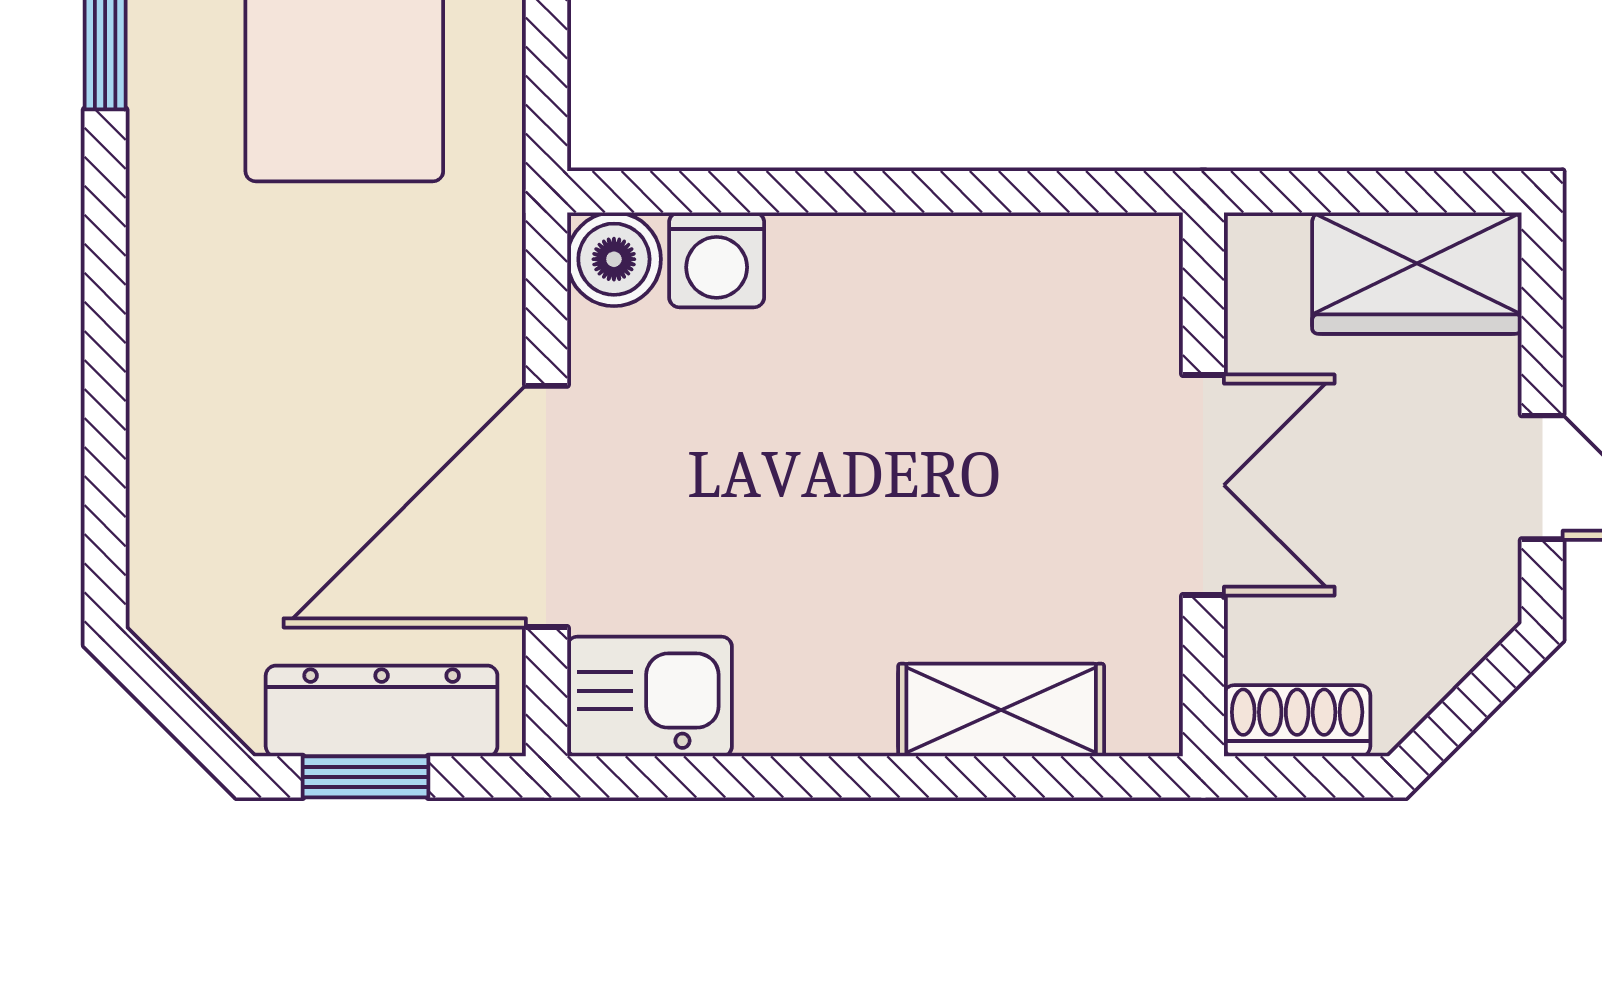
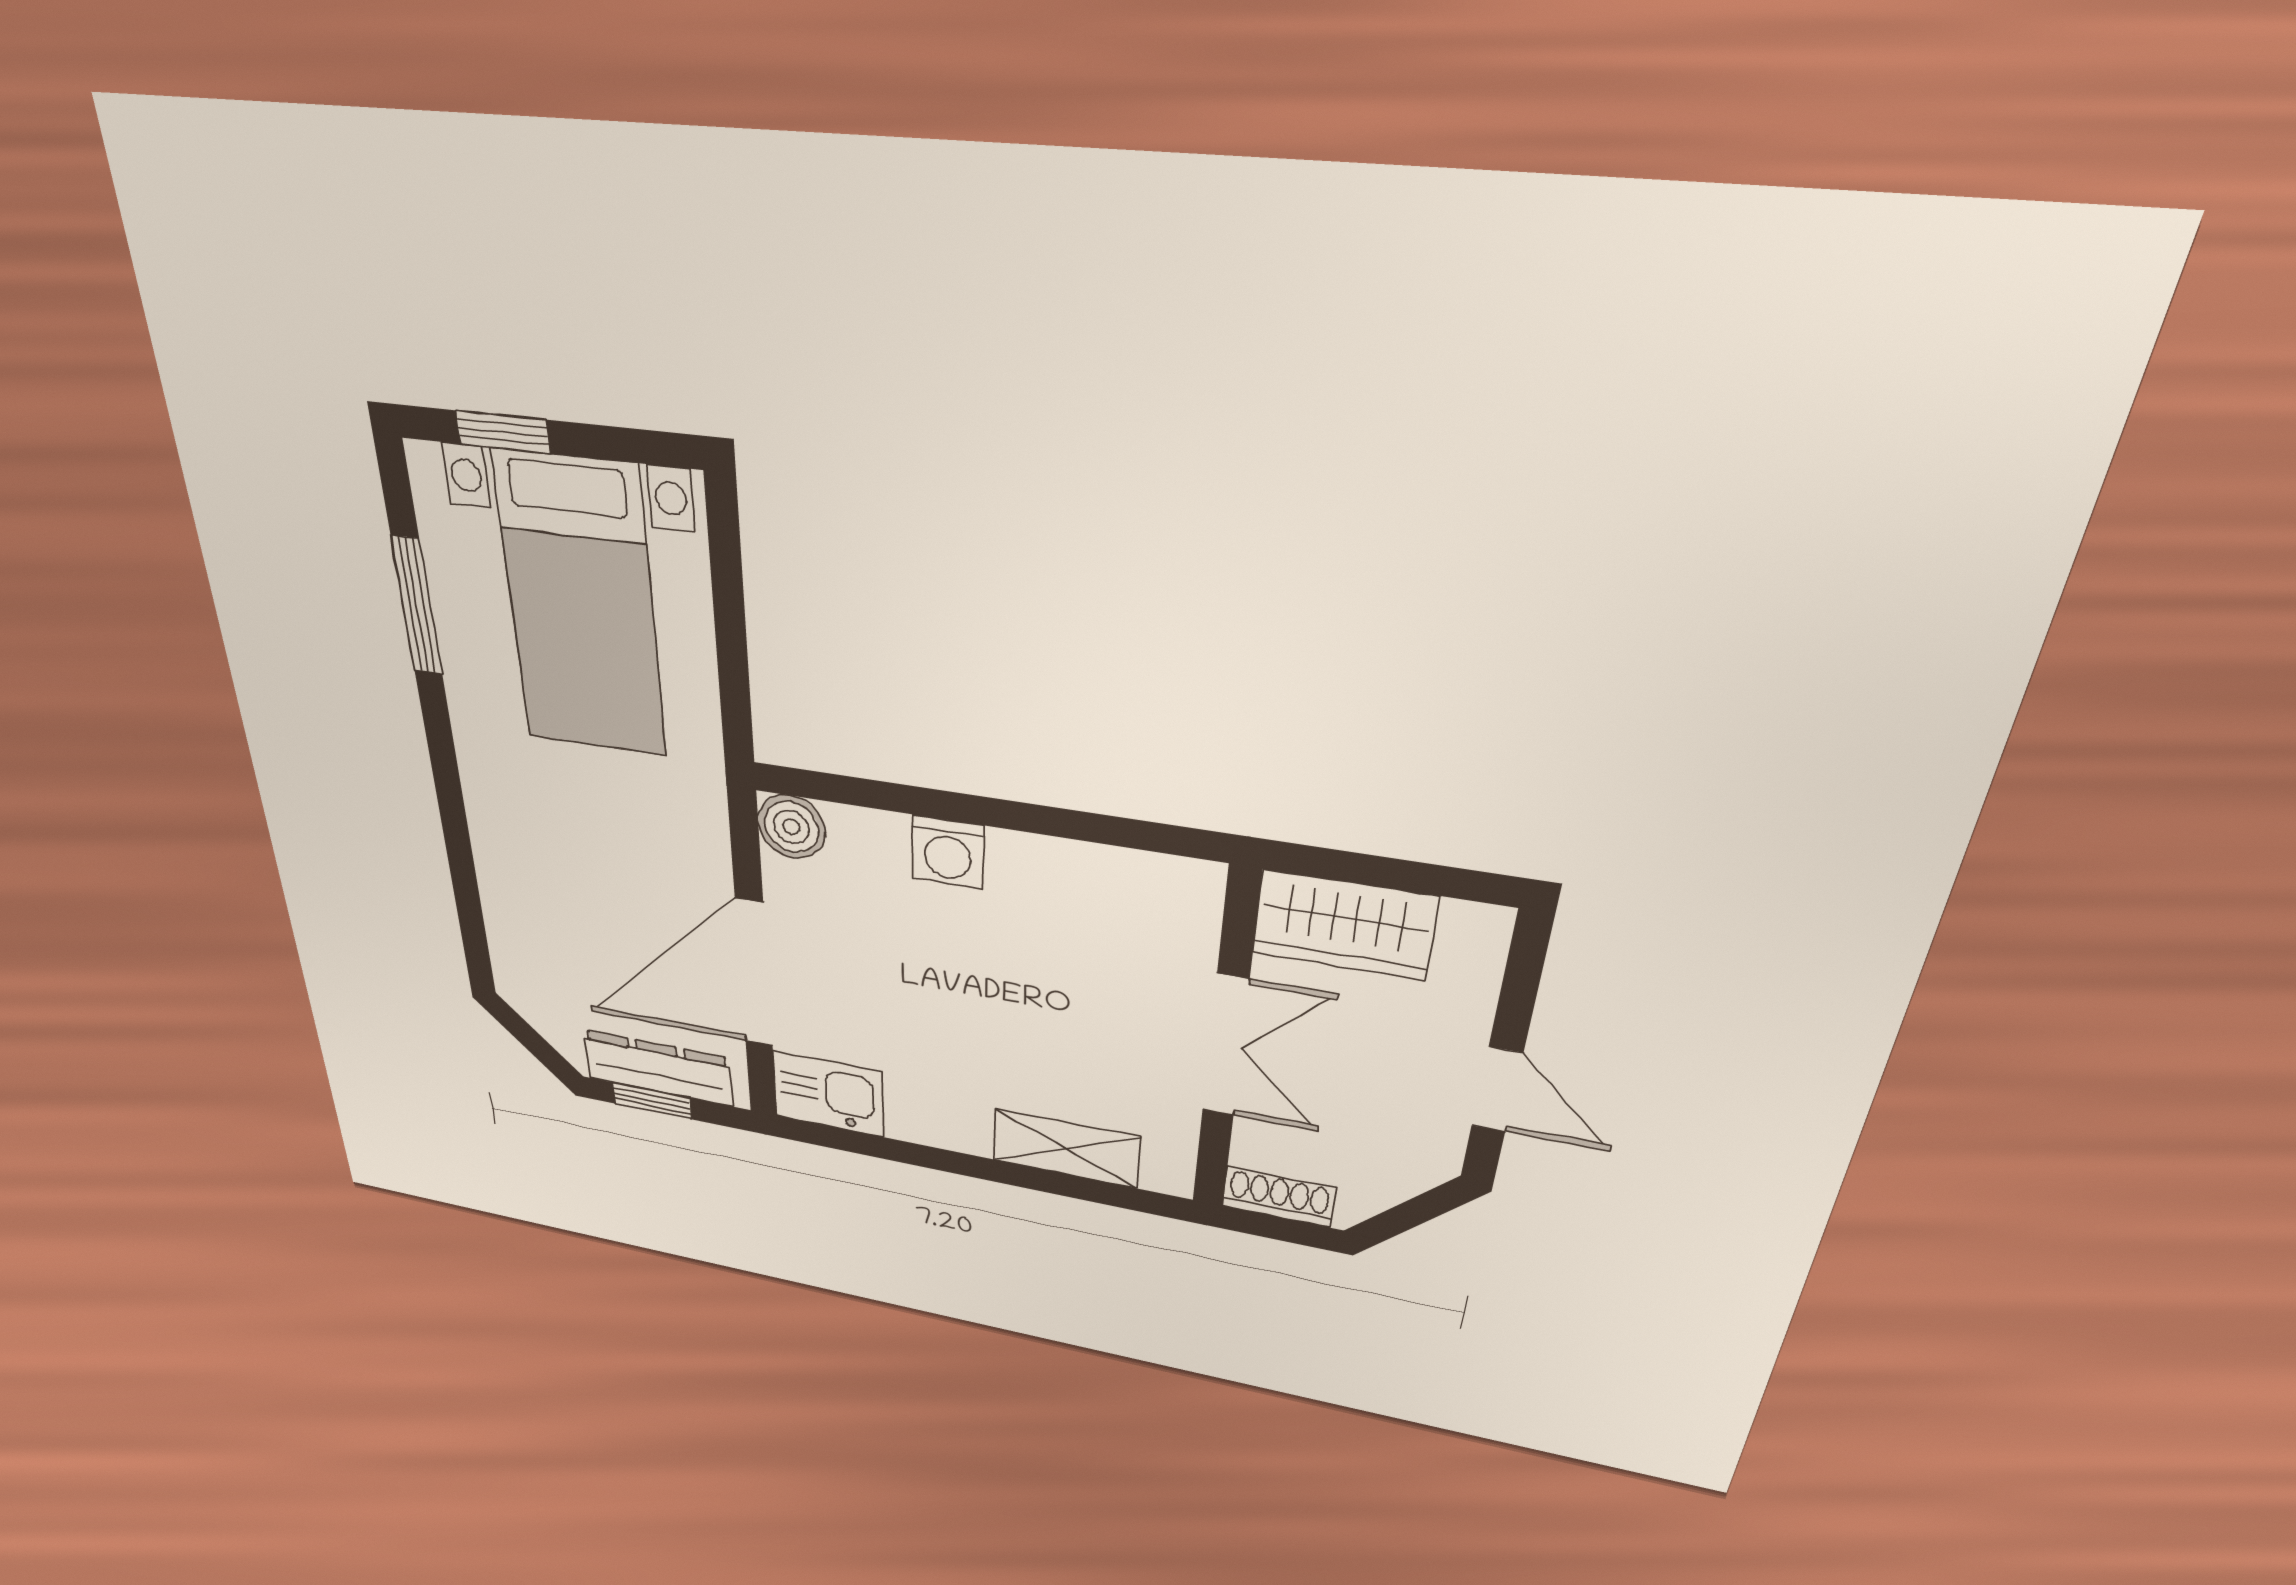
washing machine: (717, 260) -> (948, 852), moved
wardrobe: (1417, 273) -> (1344, 925), moved

